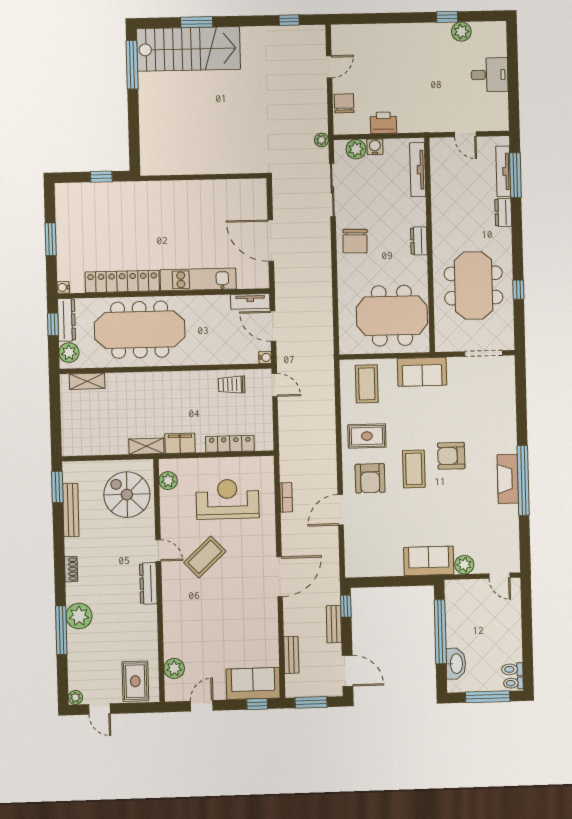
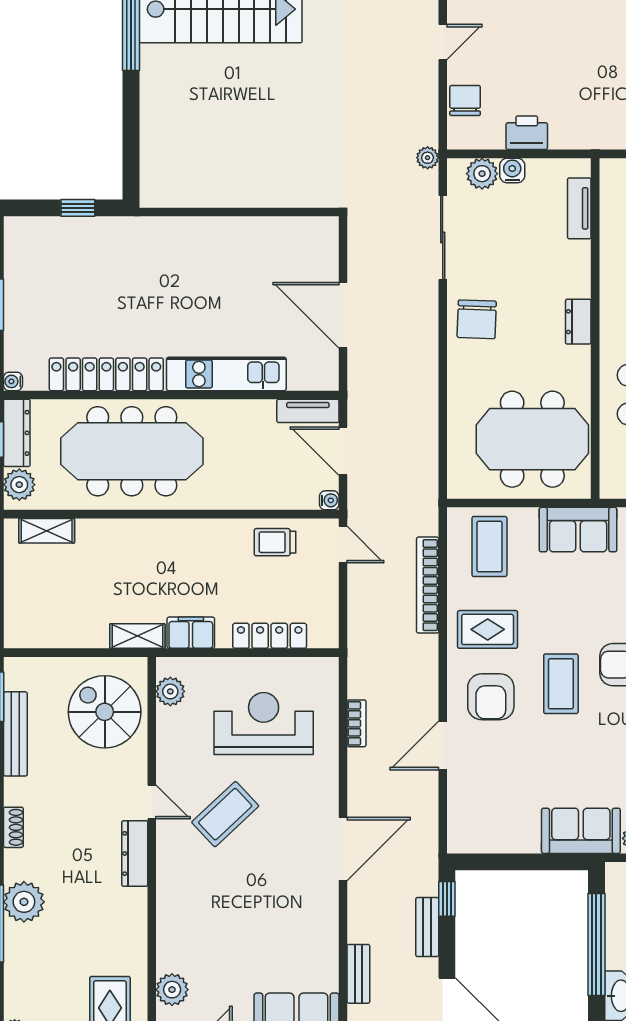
tv unit: (418, 170) -> (579, 208), width x0.71
bookcase: (329, 409) -> (428, 585), added

